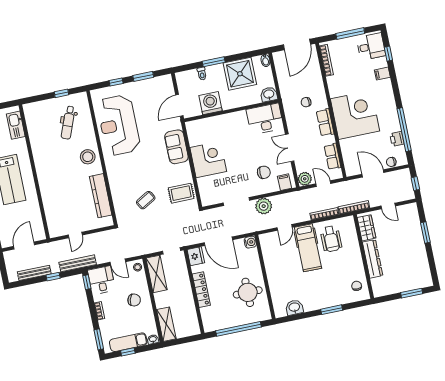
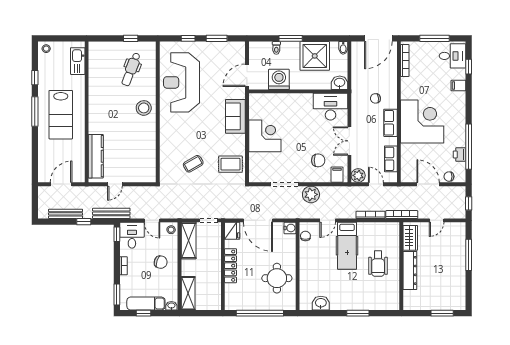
kitchen counter: (101, 196) -> (96, 156), moved, turned 180
door: (388, 206) -> (437, 220), hinge flipped
window: (425, 233) -> (469, 255), width x1.44
wheelchair: (331, 239) -> (378, 264), moved
chair: (357, 286) -> (305, 236), moved

